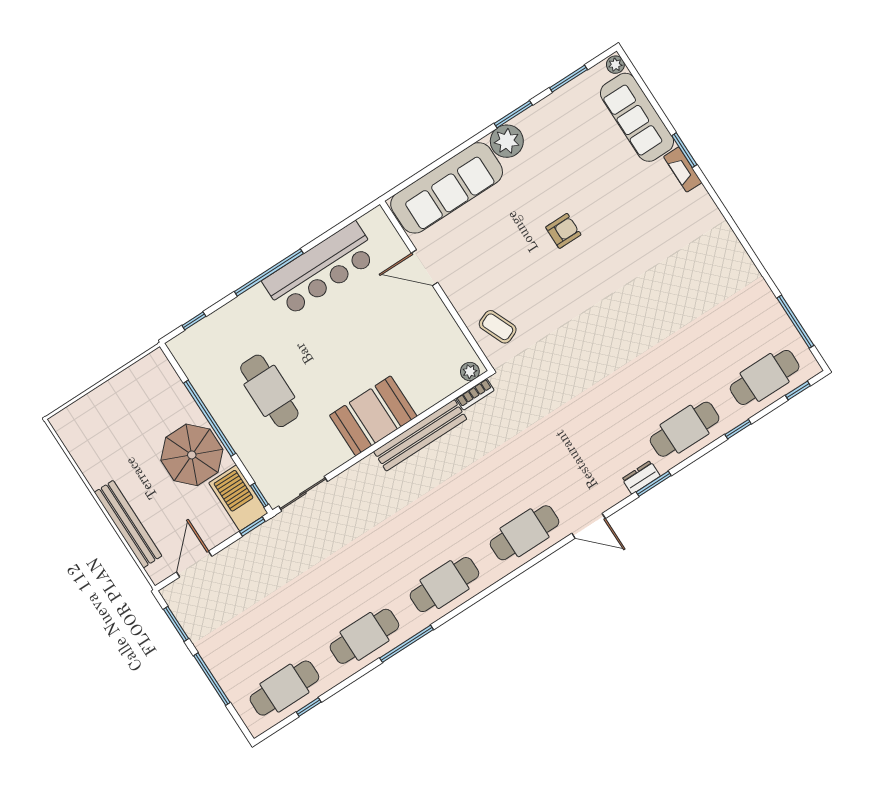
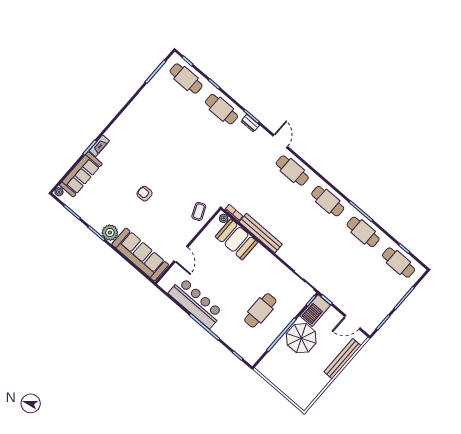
booth: (373, 416) -> (236, 239), moved

